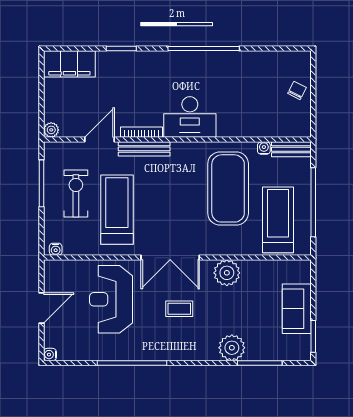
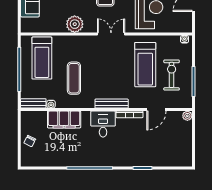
filing cabinet: (69, 64) -> (64, 119), moved, turned 180
desk: (190, 117) -> (103, 124), width x0.73
bench: (144, 149) -> (112, 104), moved
exercise mat: (228, 188) -> (74, 78), width x0.50, depth x0.69
exercise bike: (76, 194) -> (172, 75), turned 180
double door: (170, 258) -> (111, 34), width x0.73

